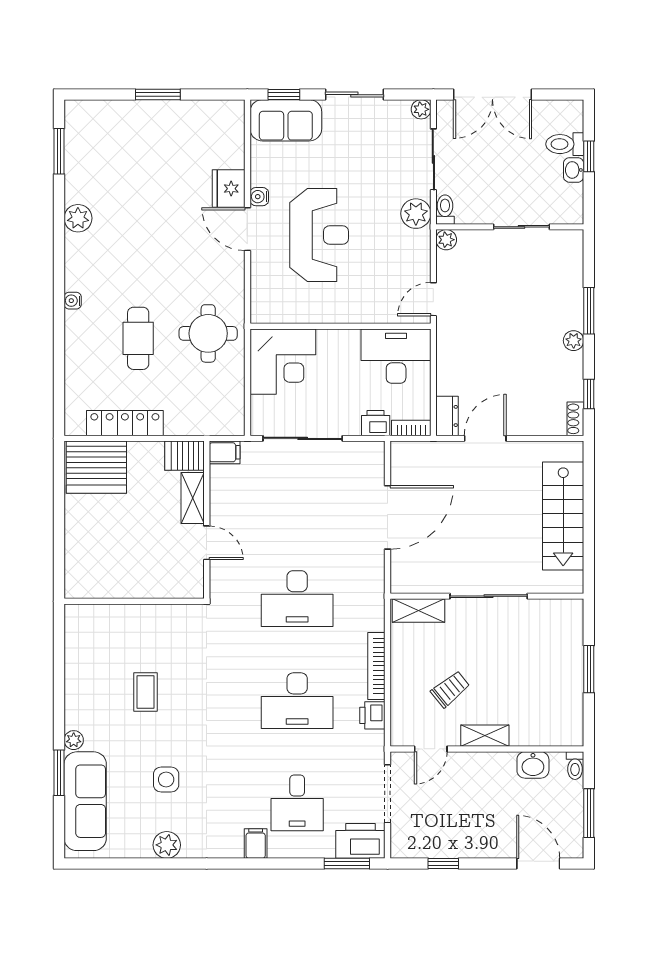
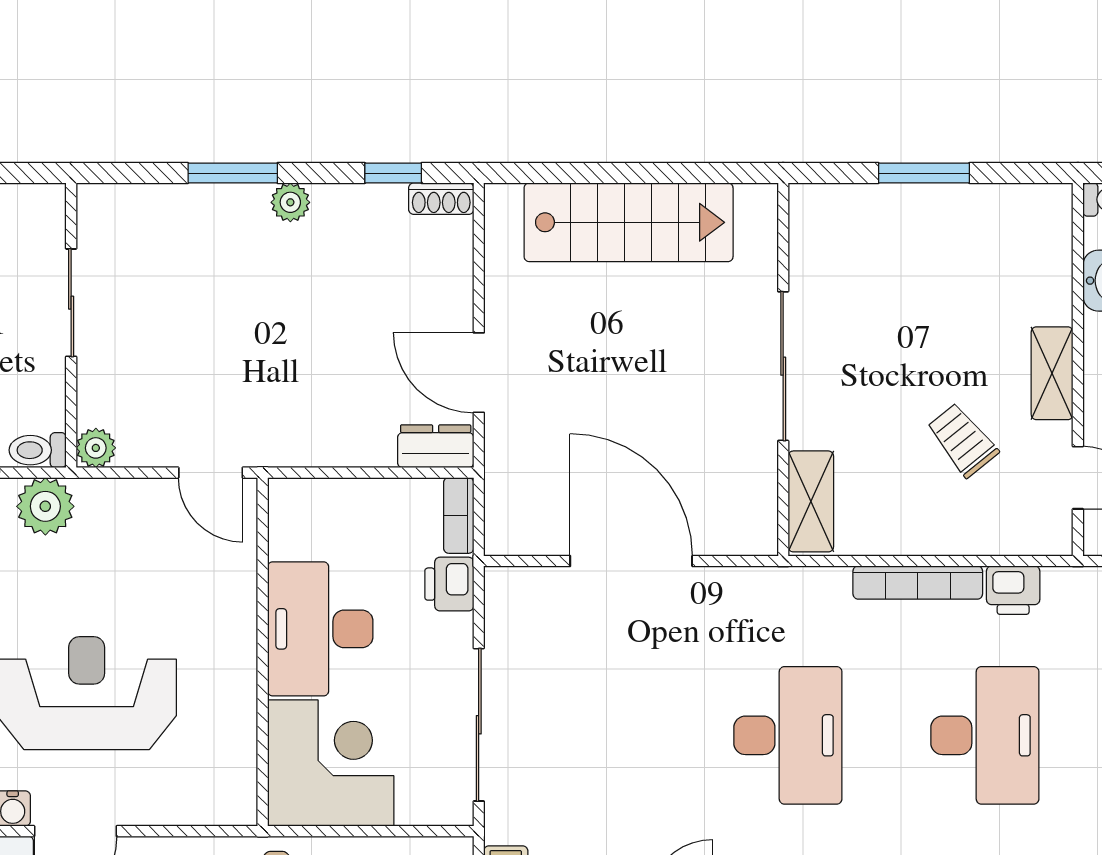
desk: (396, 356) -> (320, 629), moved

